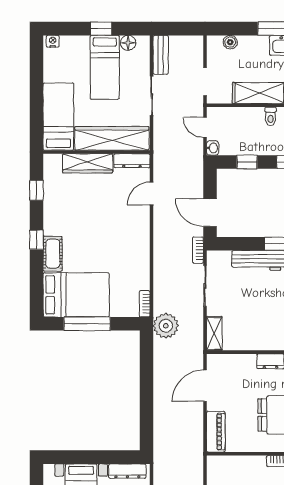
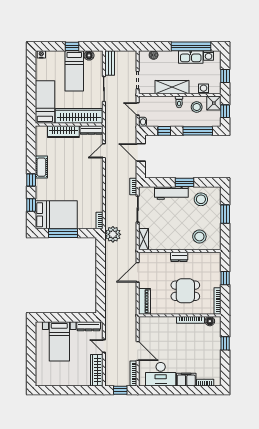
window: (37, 190) -> (31, 205), moved
door: (210, 213) -> (141, 152), moved
cot: (53, 254) -> (41, 167), moved

